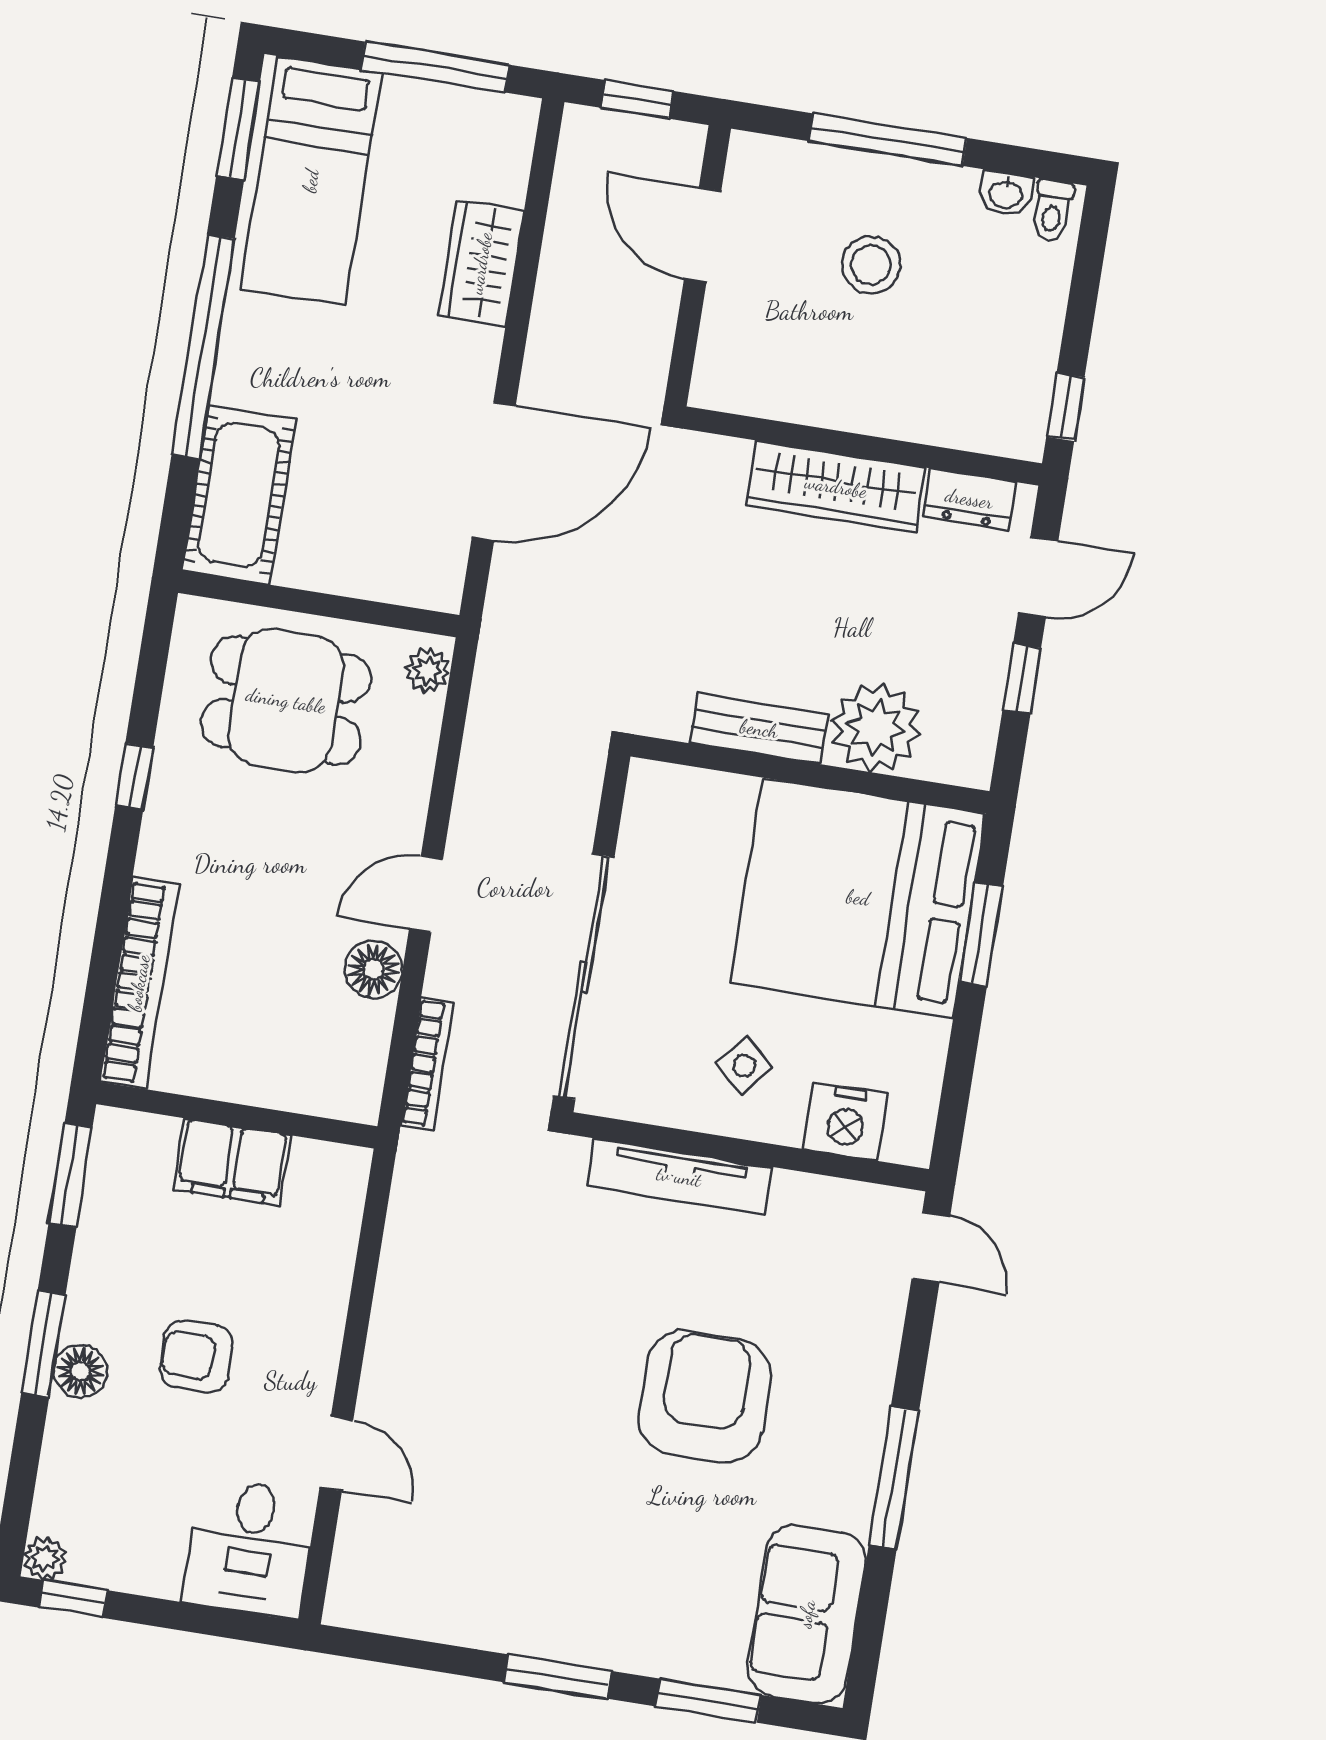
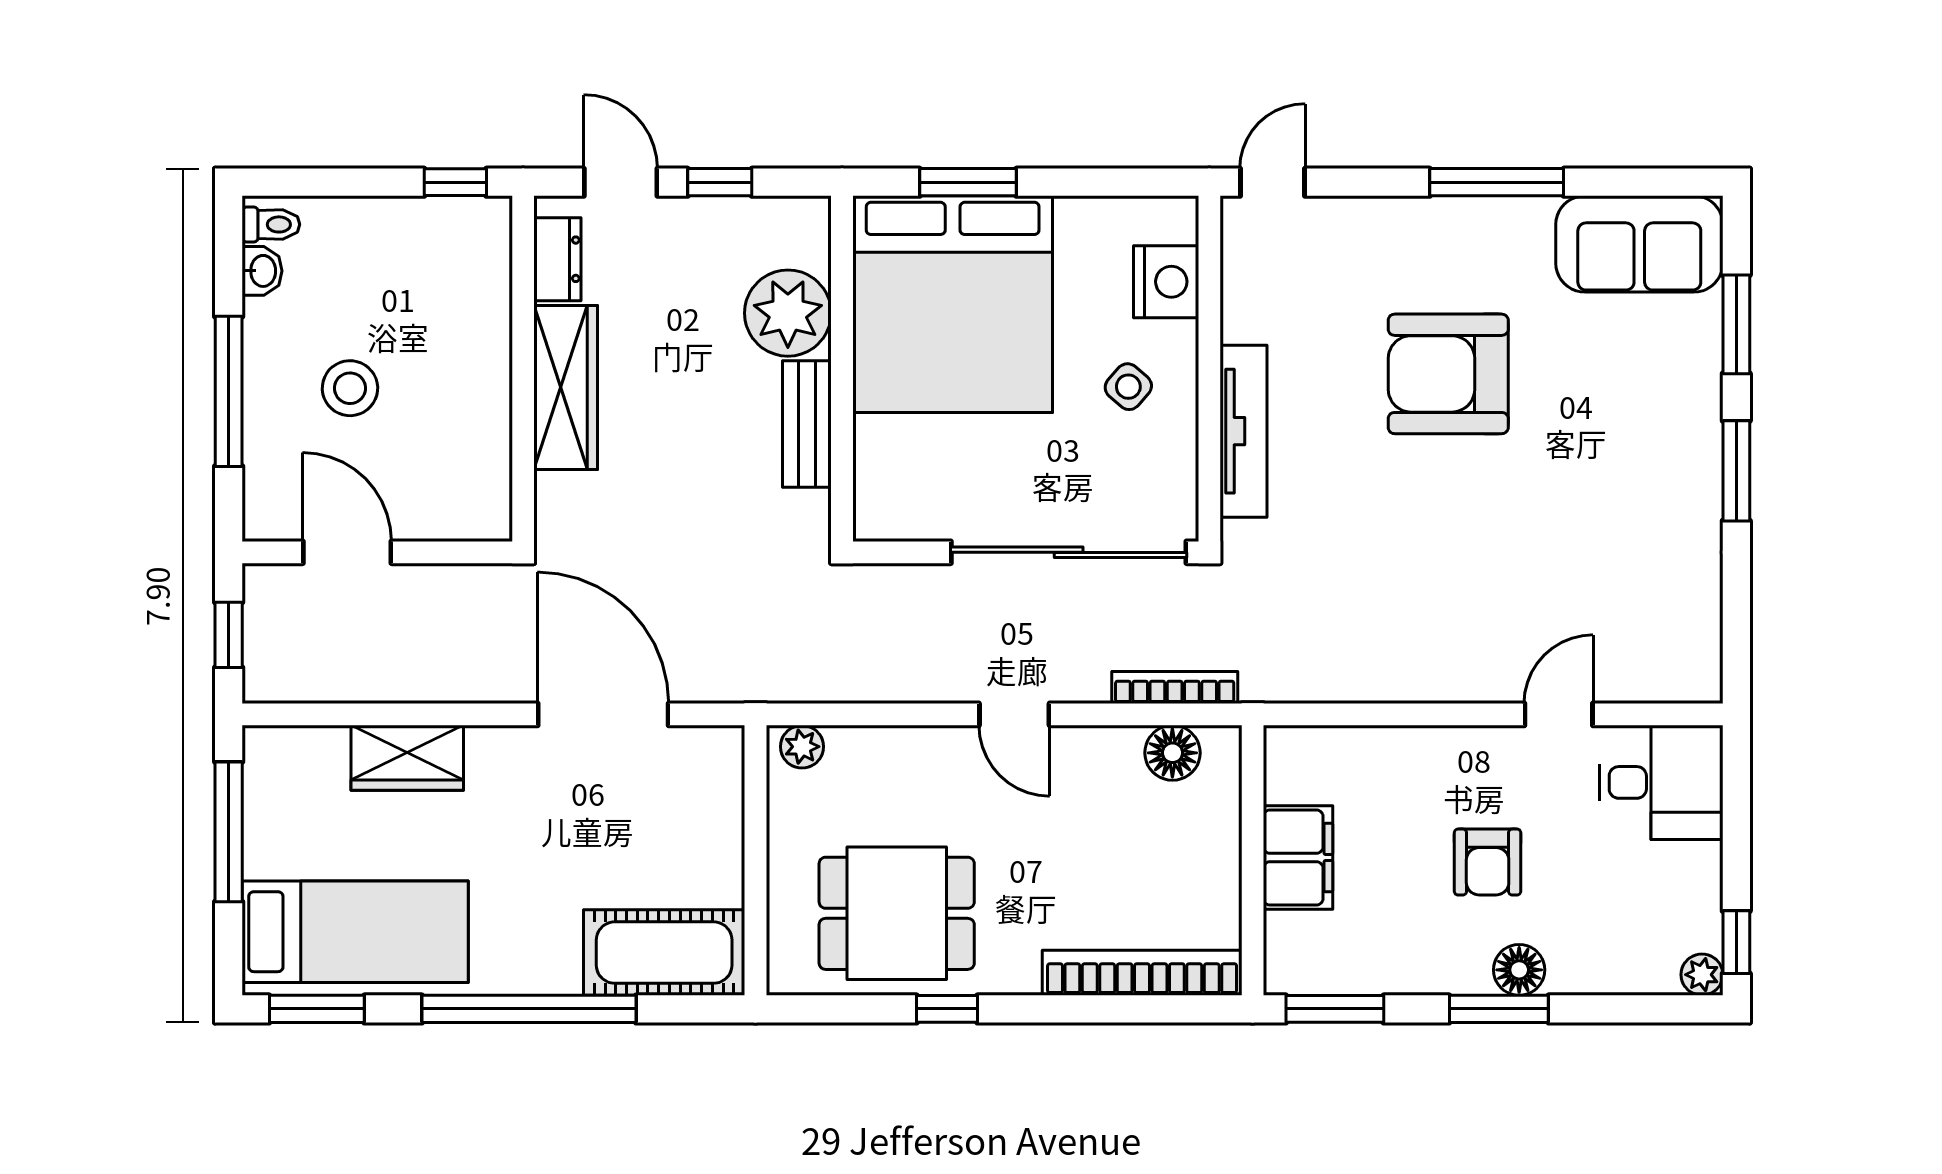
door: (703, 235) -> (347, 552), swing flipped
dining table: (286, 701) -> (897, 913), moved, turned 90
floor lamp: (374, 969) -> (1172, 753), moved

